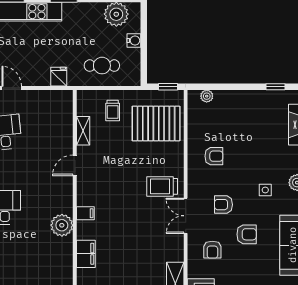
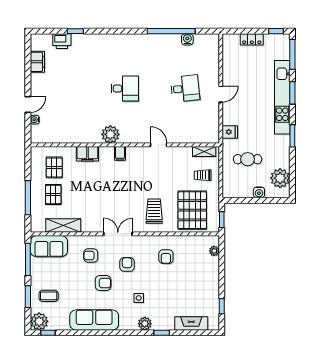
cafe table: (102, 66) -> (248, 159), moved, turned 90
shelving: (83, 131) -> (204, 152), moved
trolley: (162, 186) -> (154, 211), moved
armchair: (247, 234) -> (103, 283), turned -90

